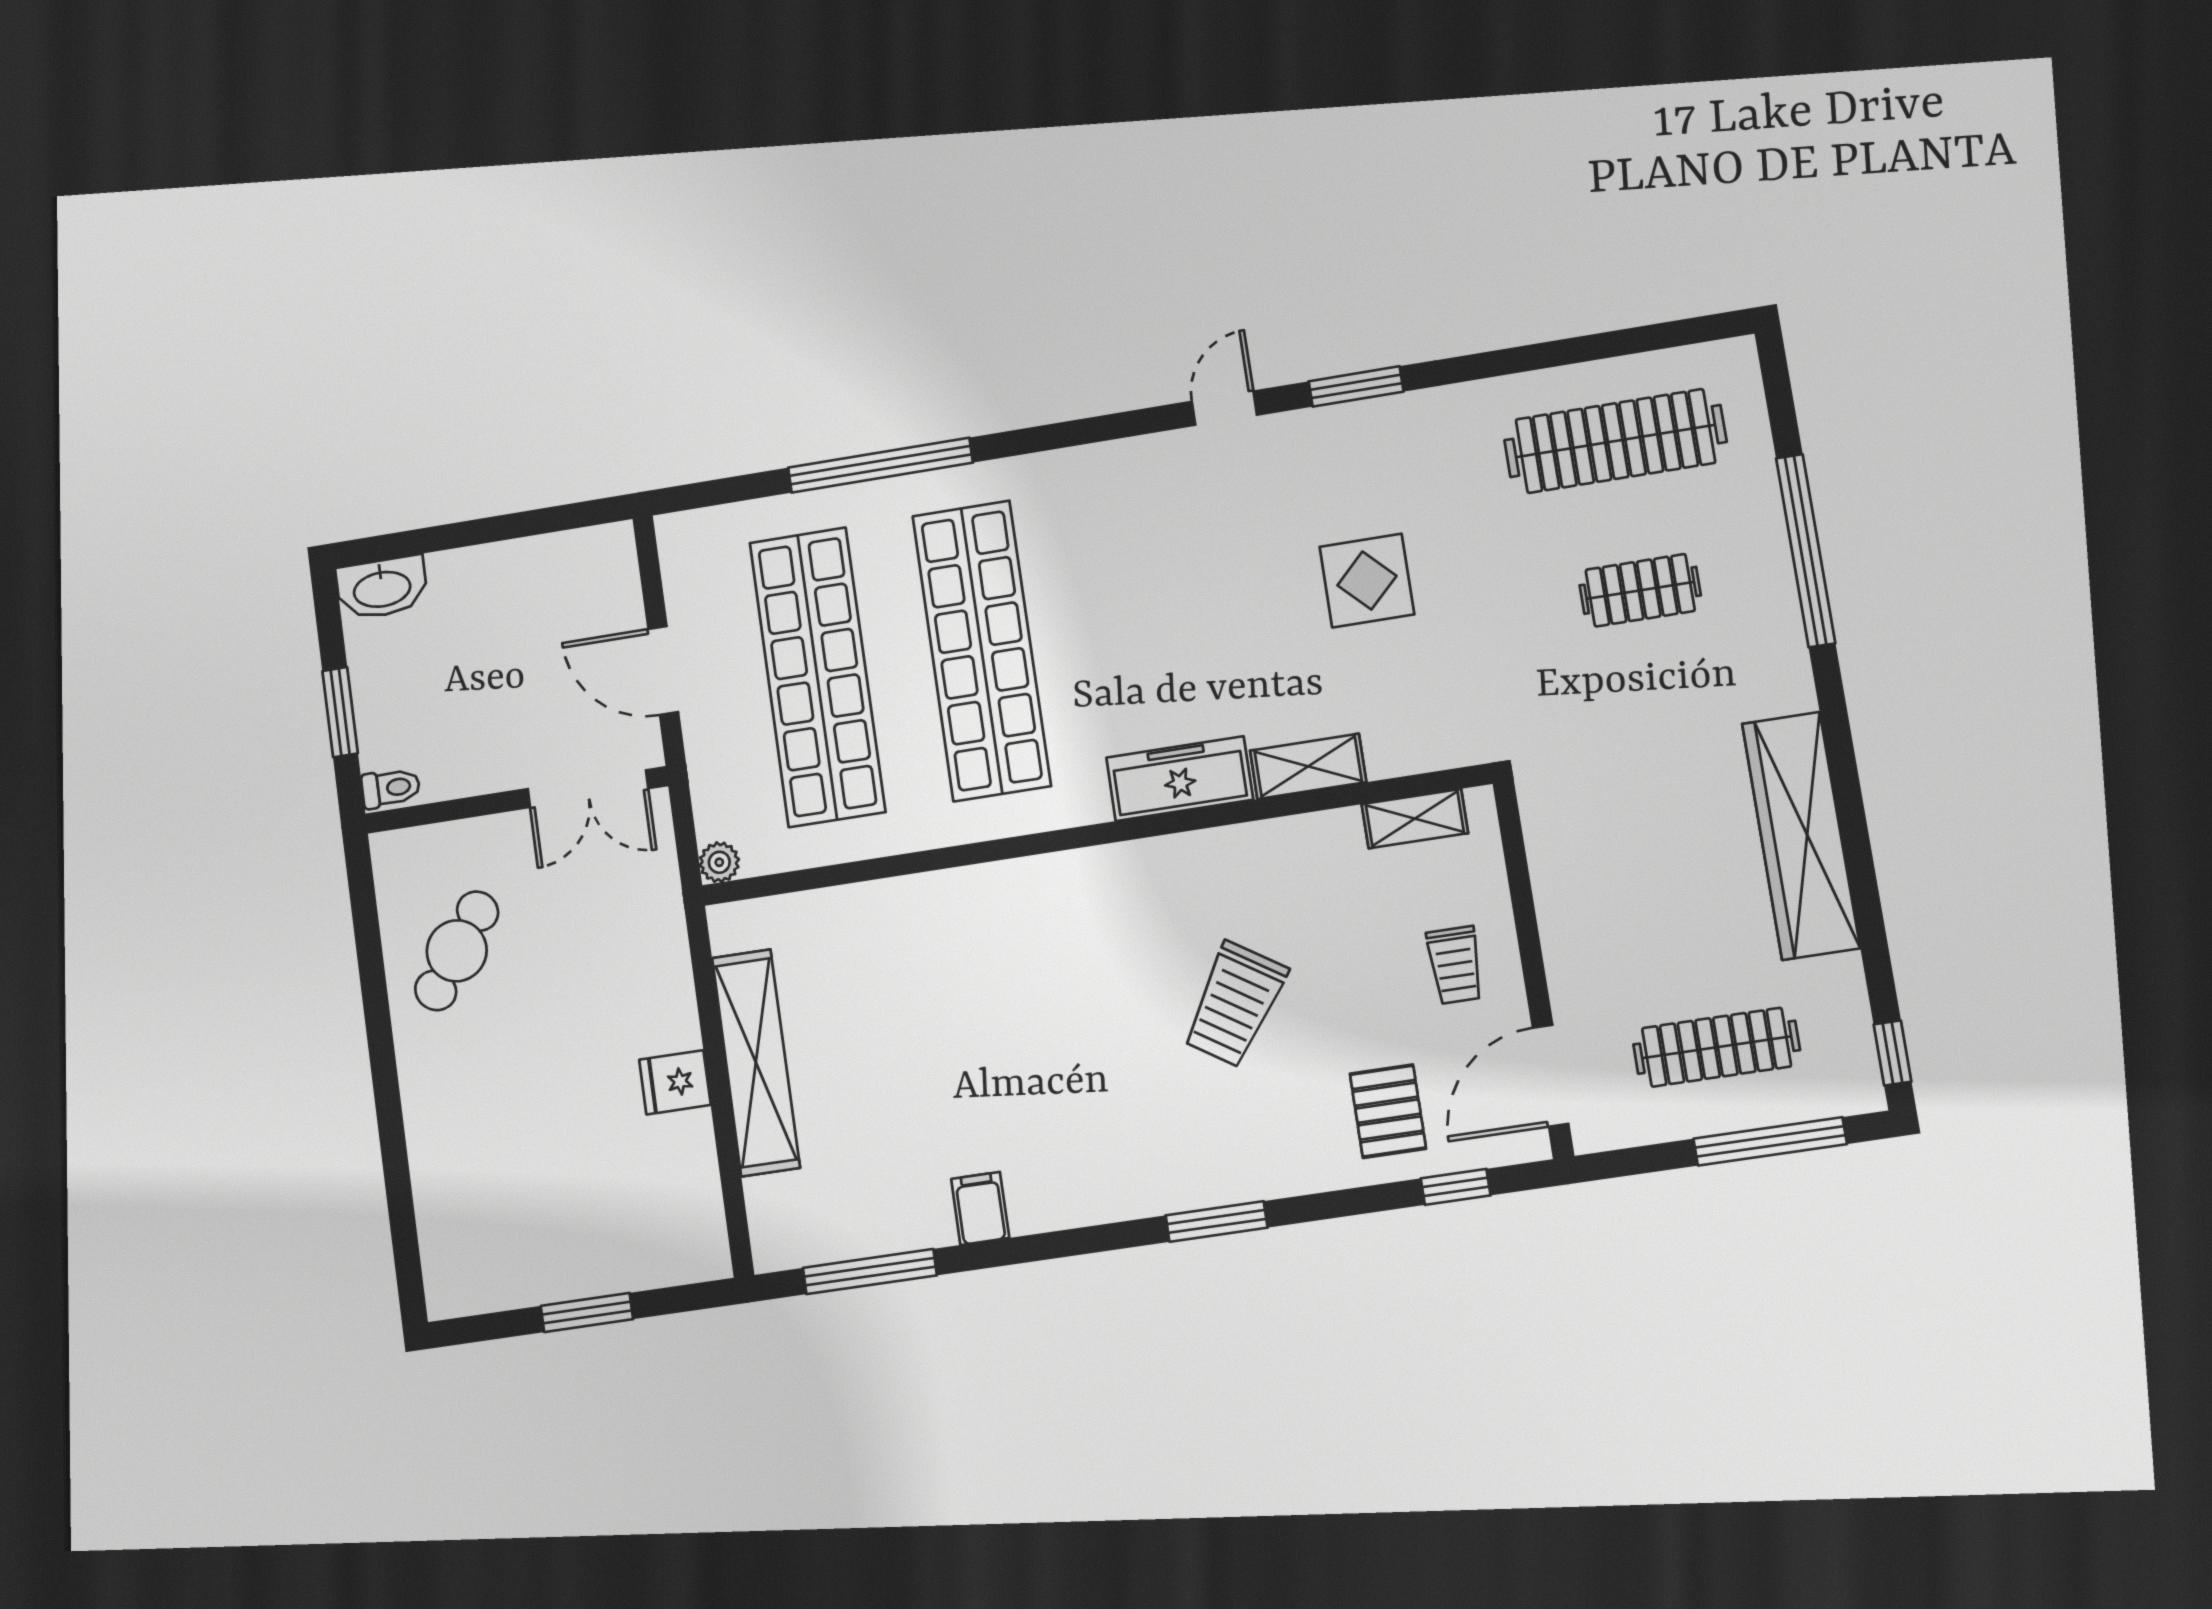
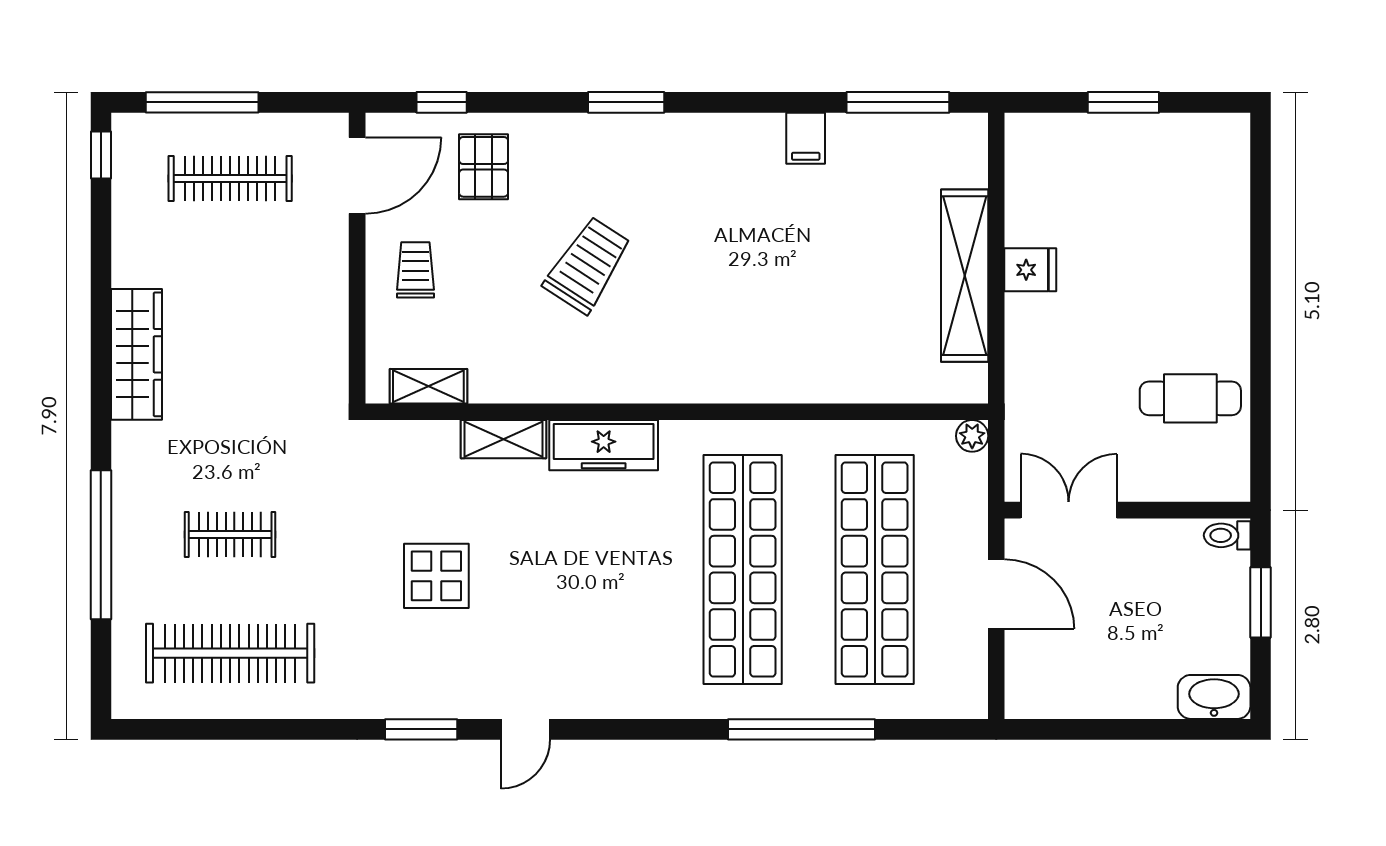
wardrobe: (1801, 836) -> (137, 354), width x0.71, depth x0.85
cafe table: (457, 951) -> (1190, 398), turned 54

